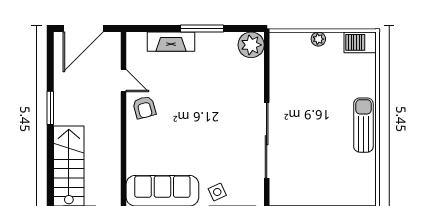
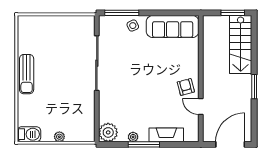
plant: (217, 39) -> (133, 137), added

